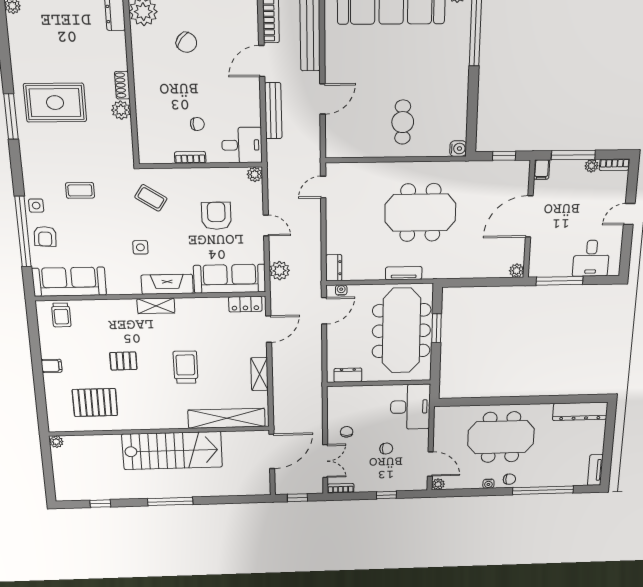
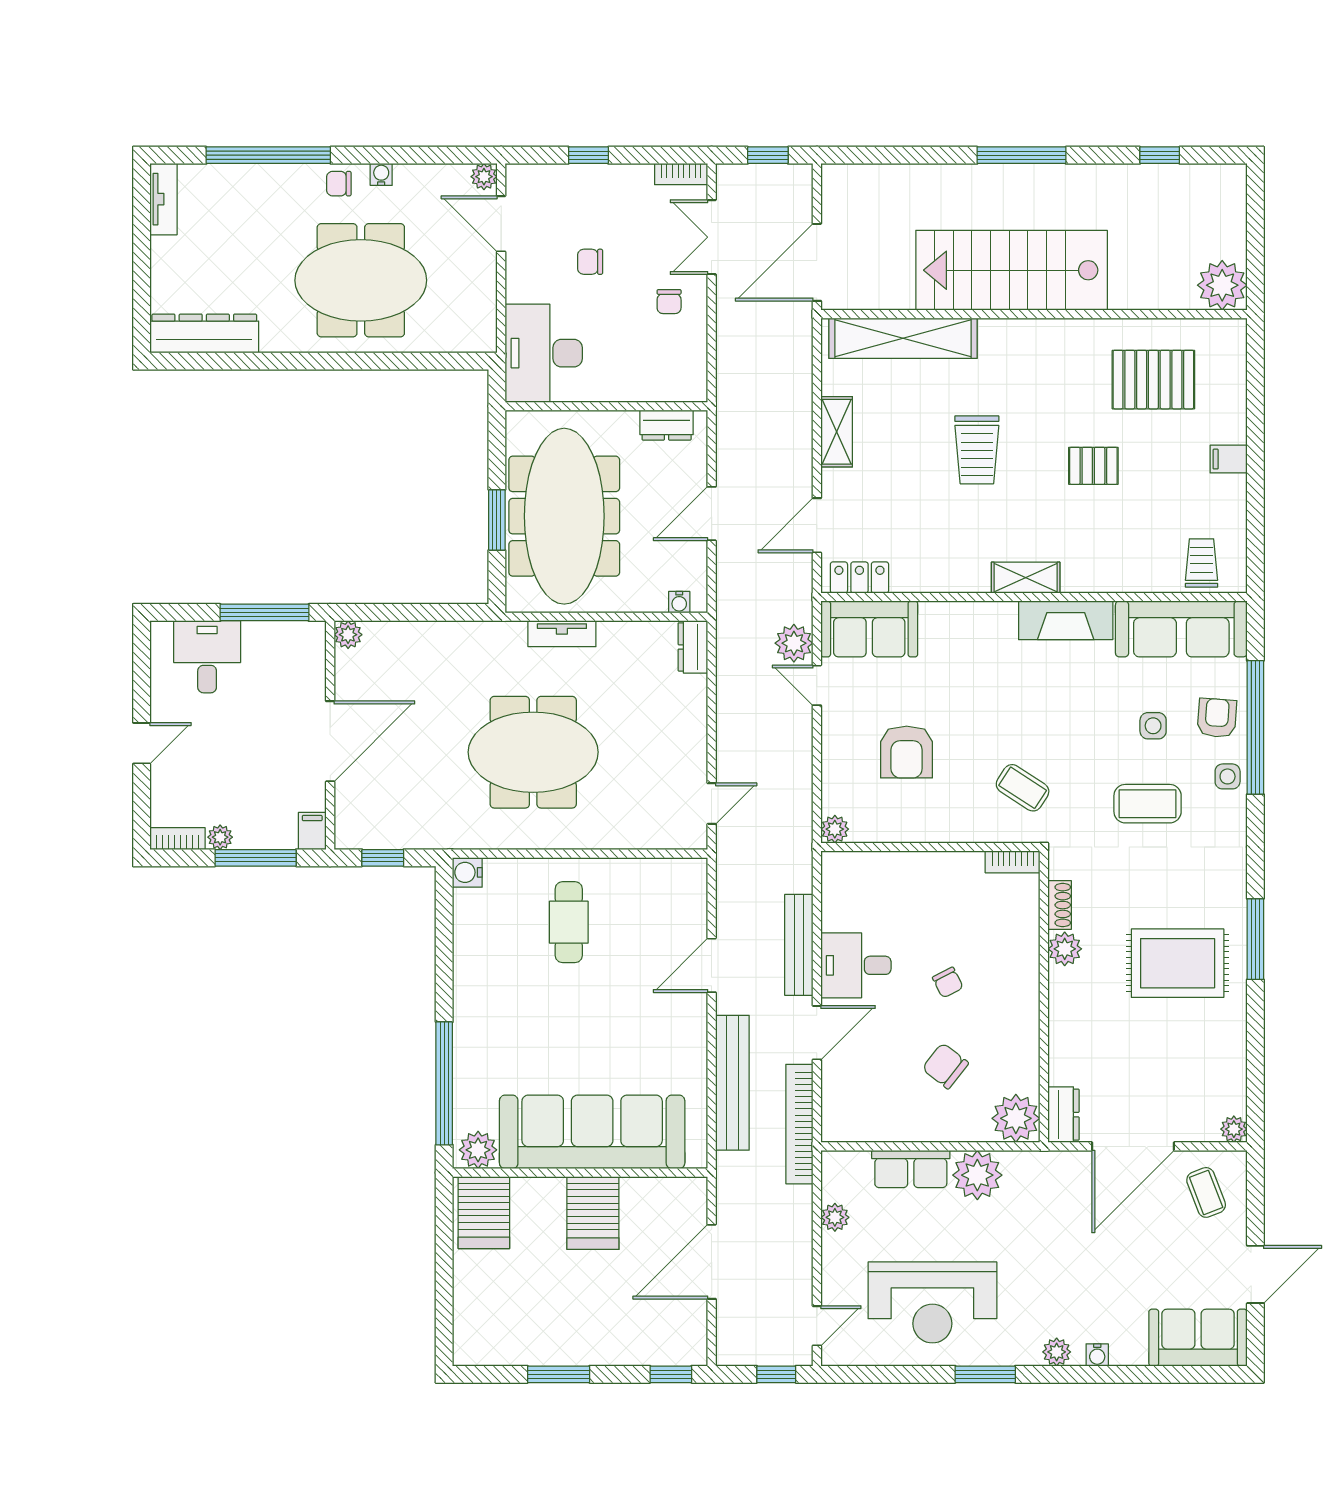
shoe rack: (122, 85) -> (1060, 905), moved
chair: (197, 124) -> (948, 982), moved, turned -114
desk: (242, 145) -> (856, 965), moved
bookcase: (190, 157) -> (1013, 862), moved
coffee table: (80, 190) -> (1148, 804), width x1.36, depth x1.30
door: (266, 225) -> (817, 685), moved
side table: (140, 247) -> (1153, 726), moved
sofa: (230, 279) -> (869, 629), width x0.73
fireplace: (167, 284) -> (1066, 620), moved
door: (324, 311) -> (712, 514), moved
plant: (56, 442) -> (1222, 285), width x1.87, depth x1.87

